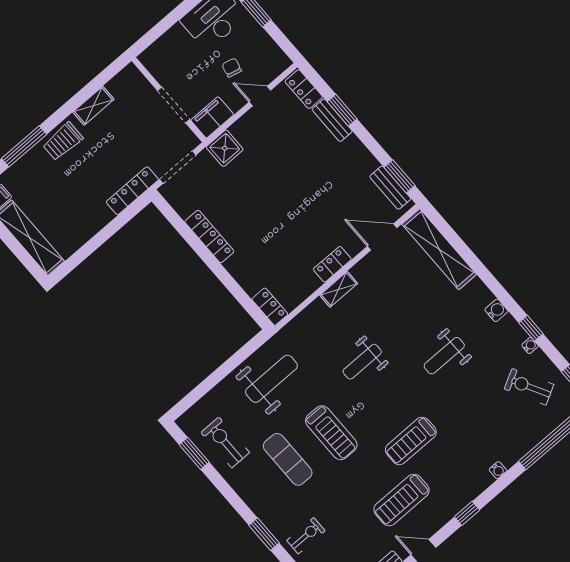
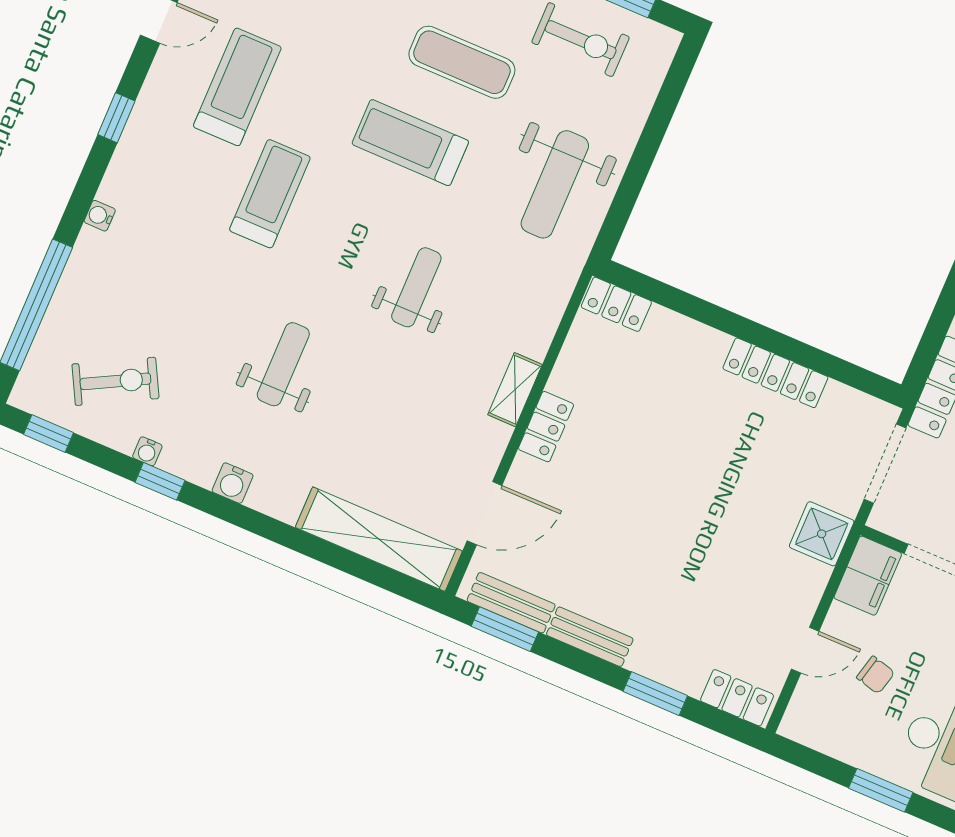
bench: (332, 120) -> (590, 637), moved

